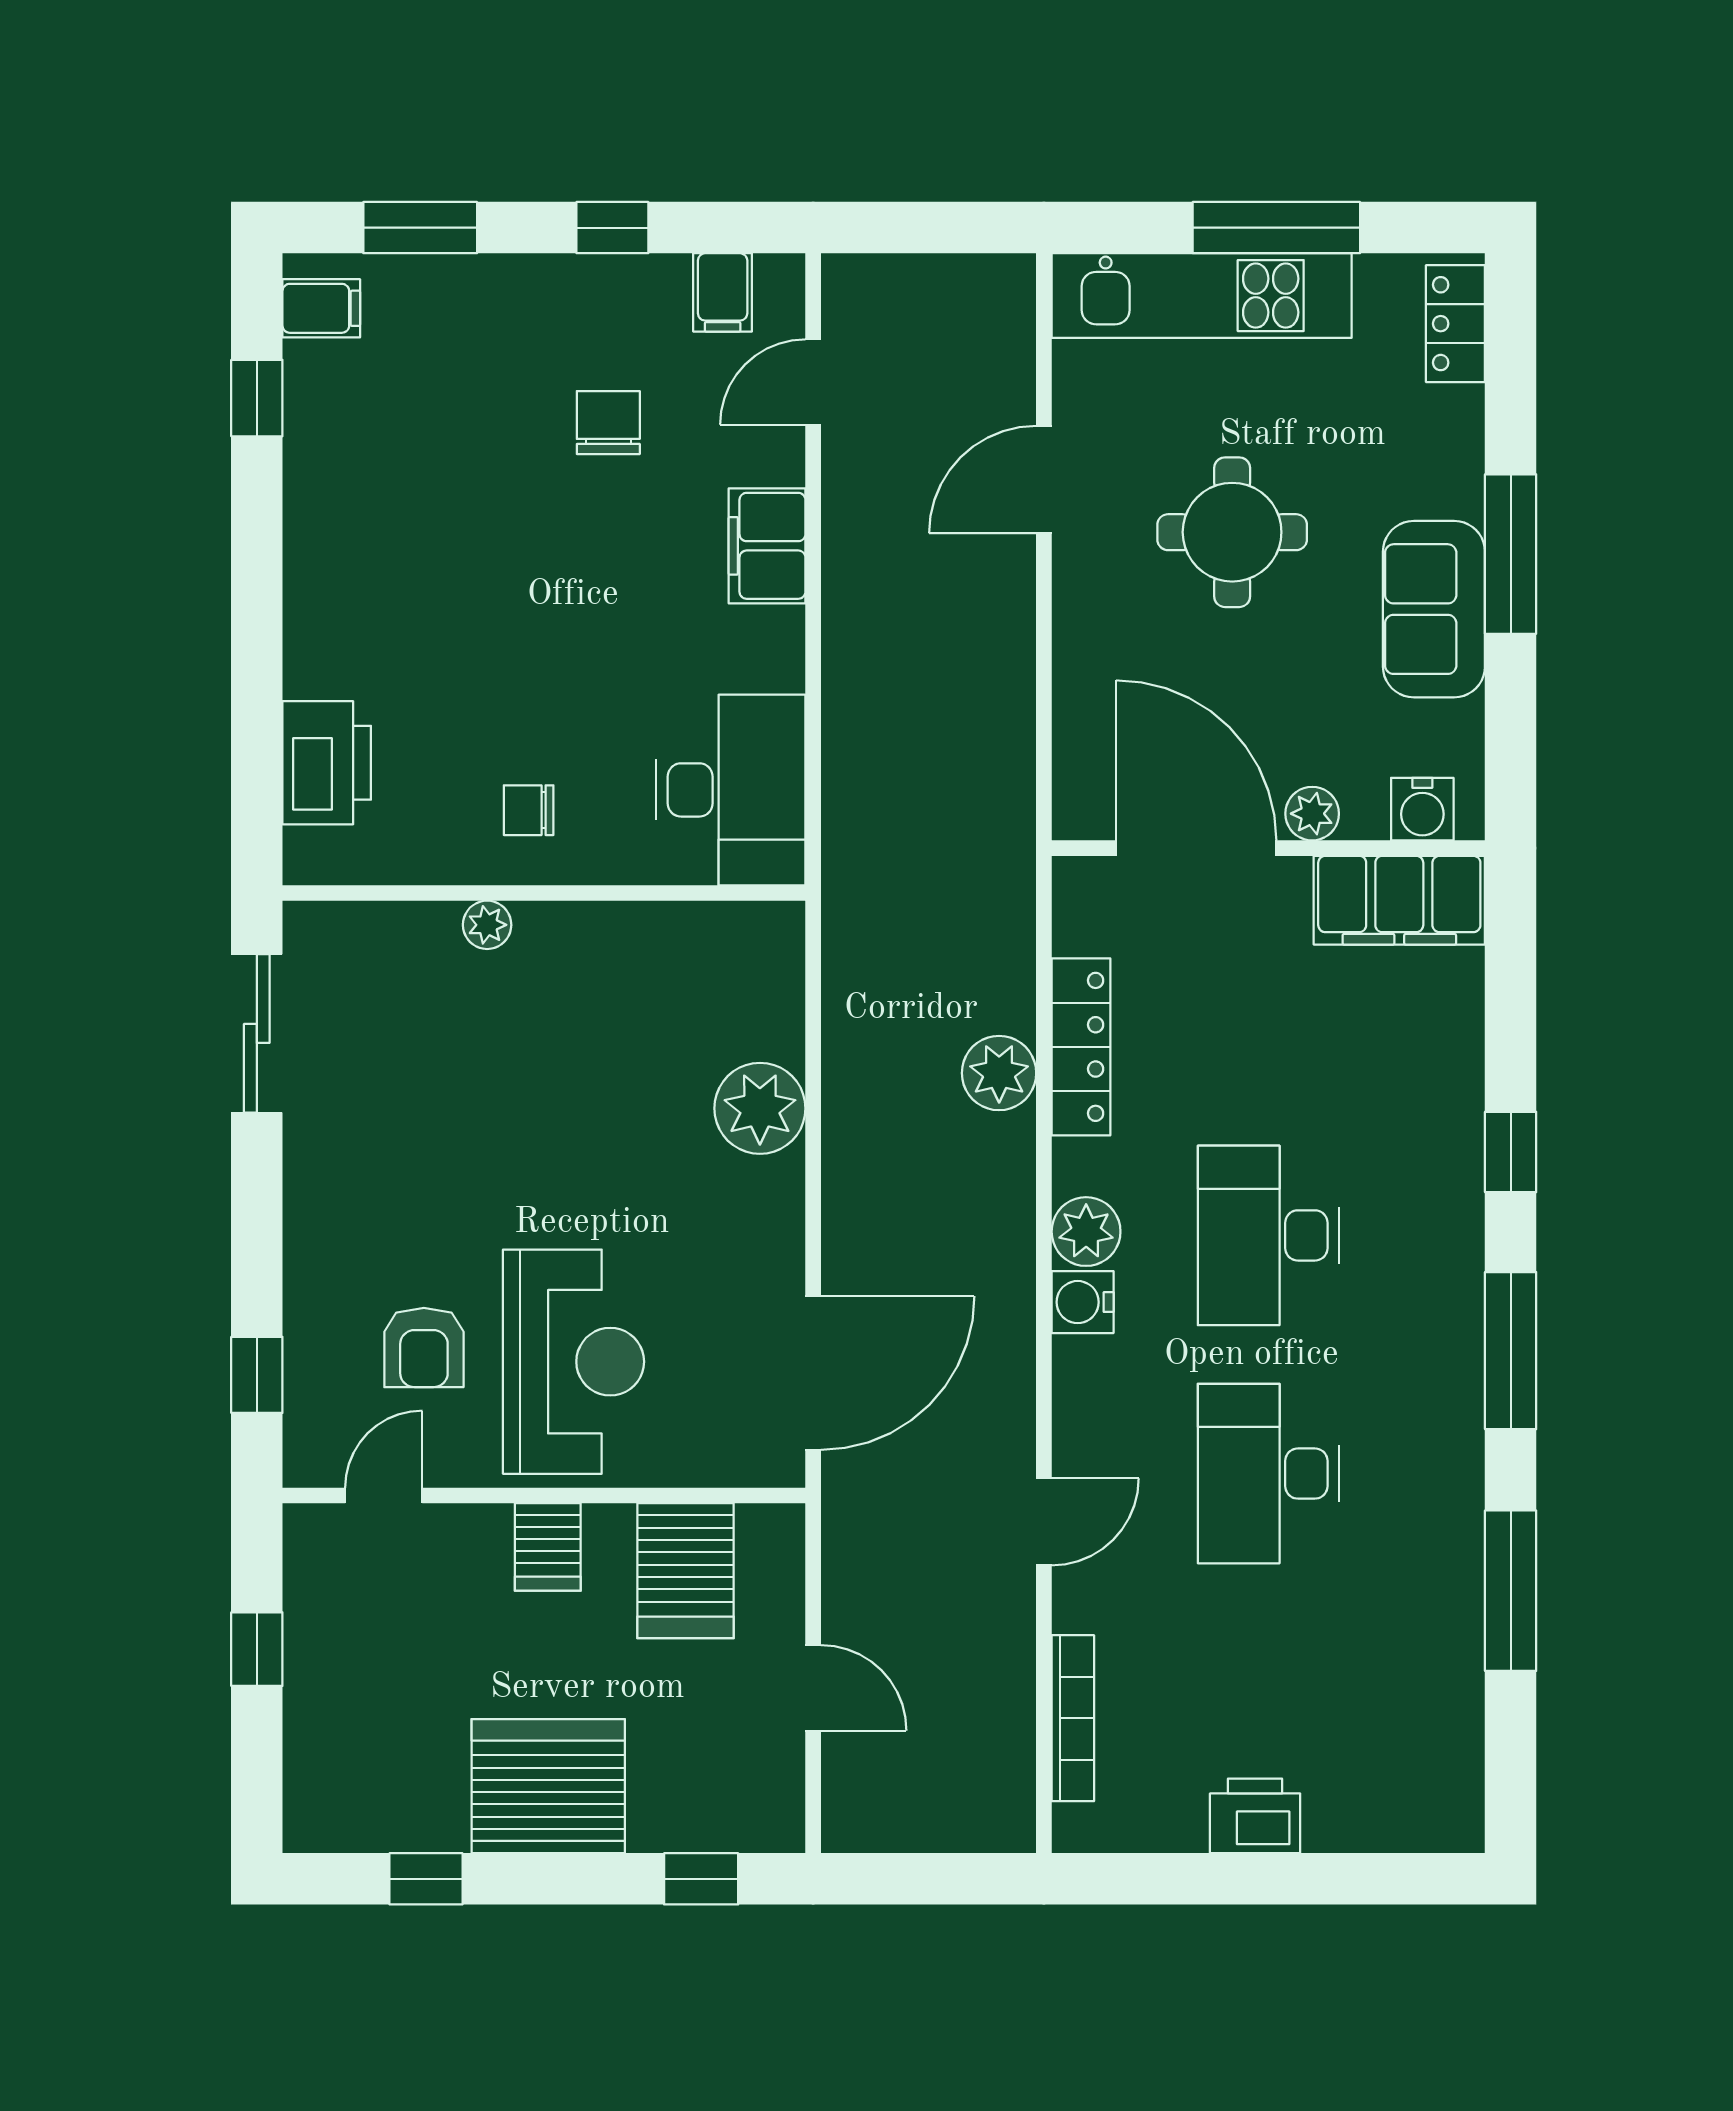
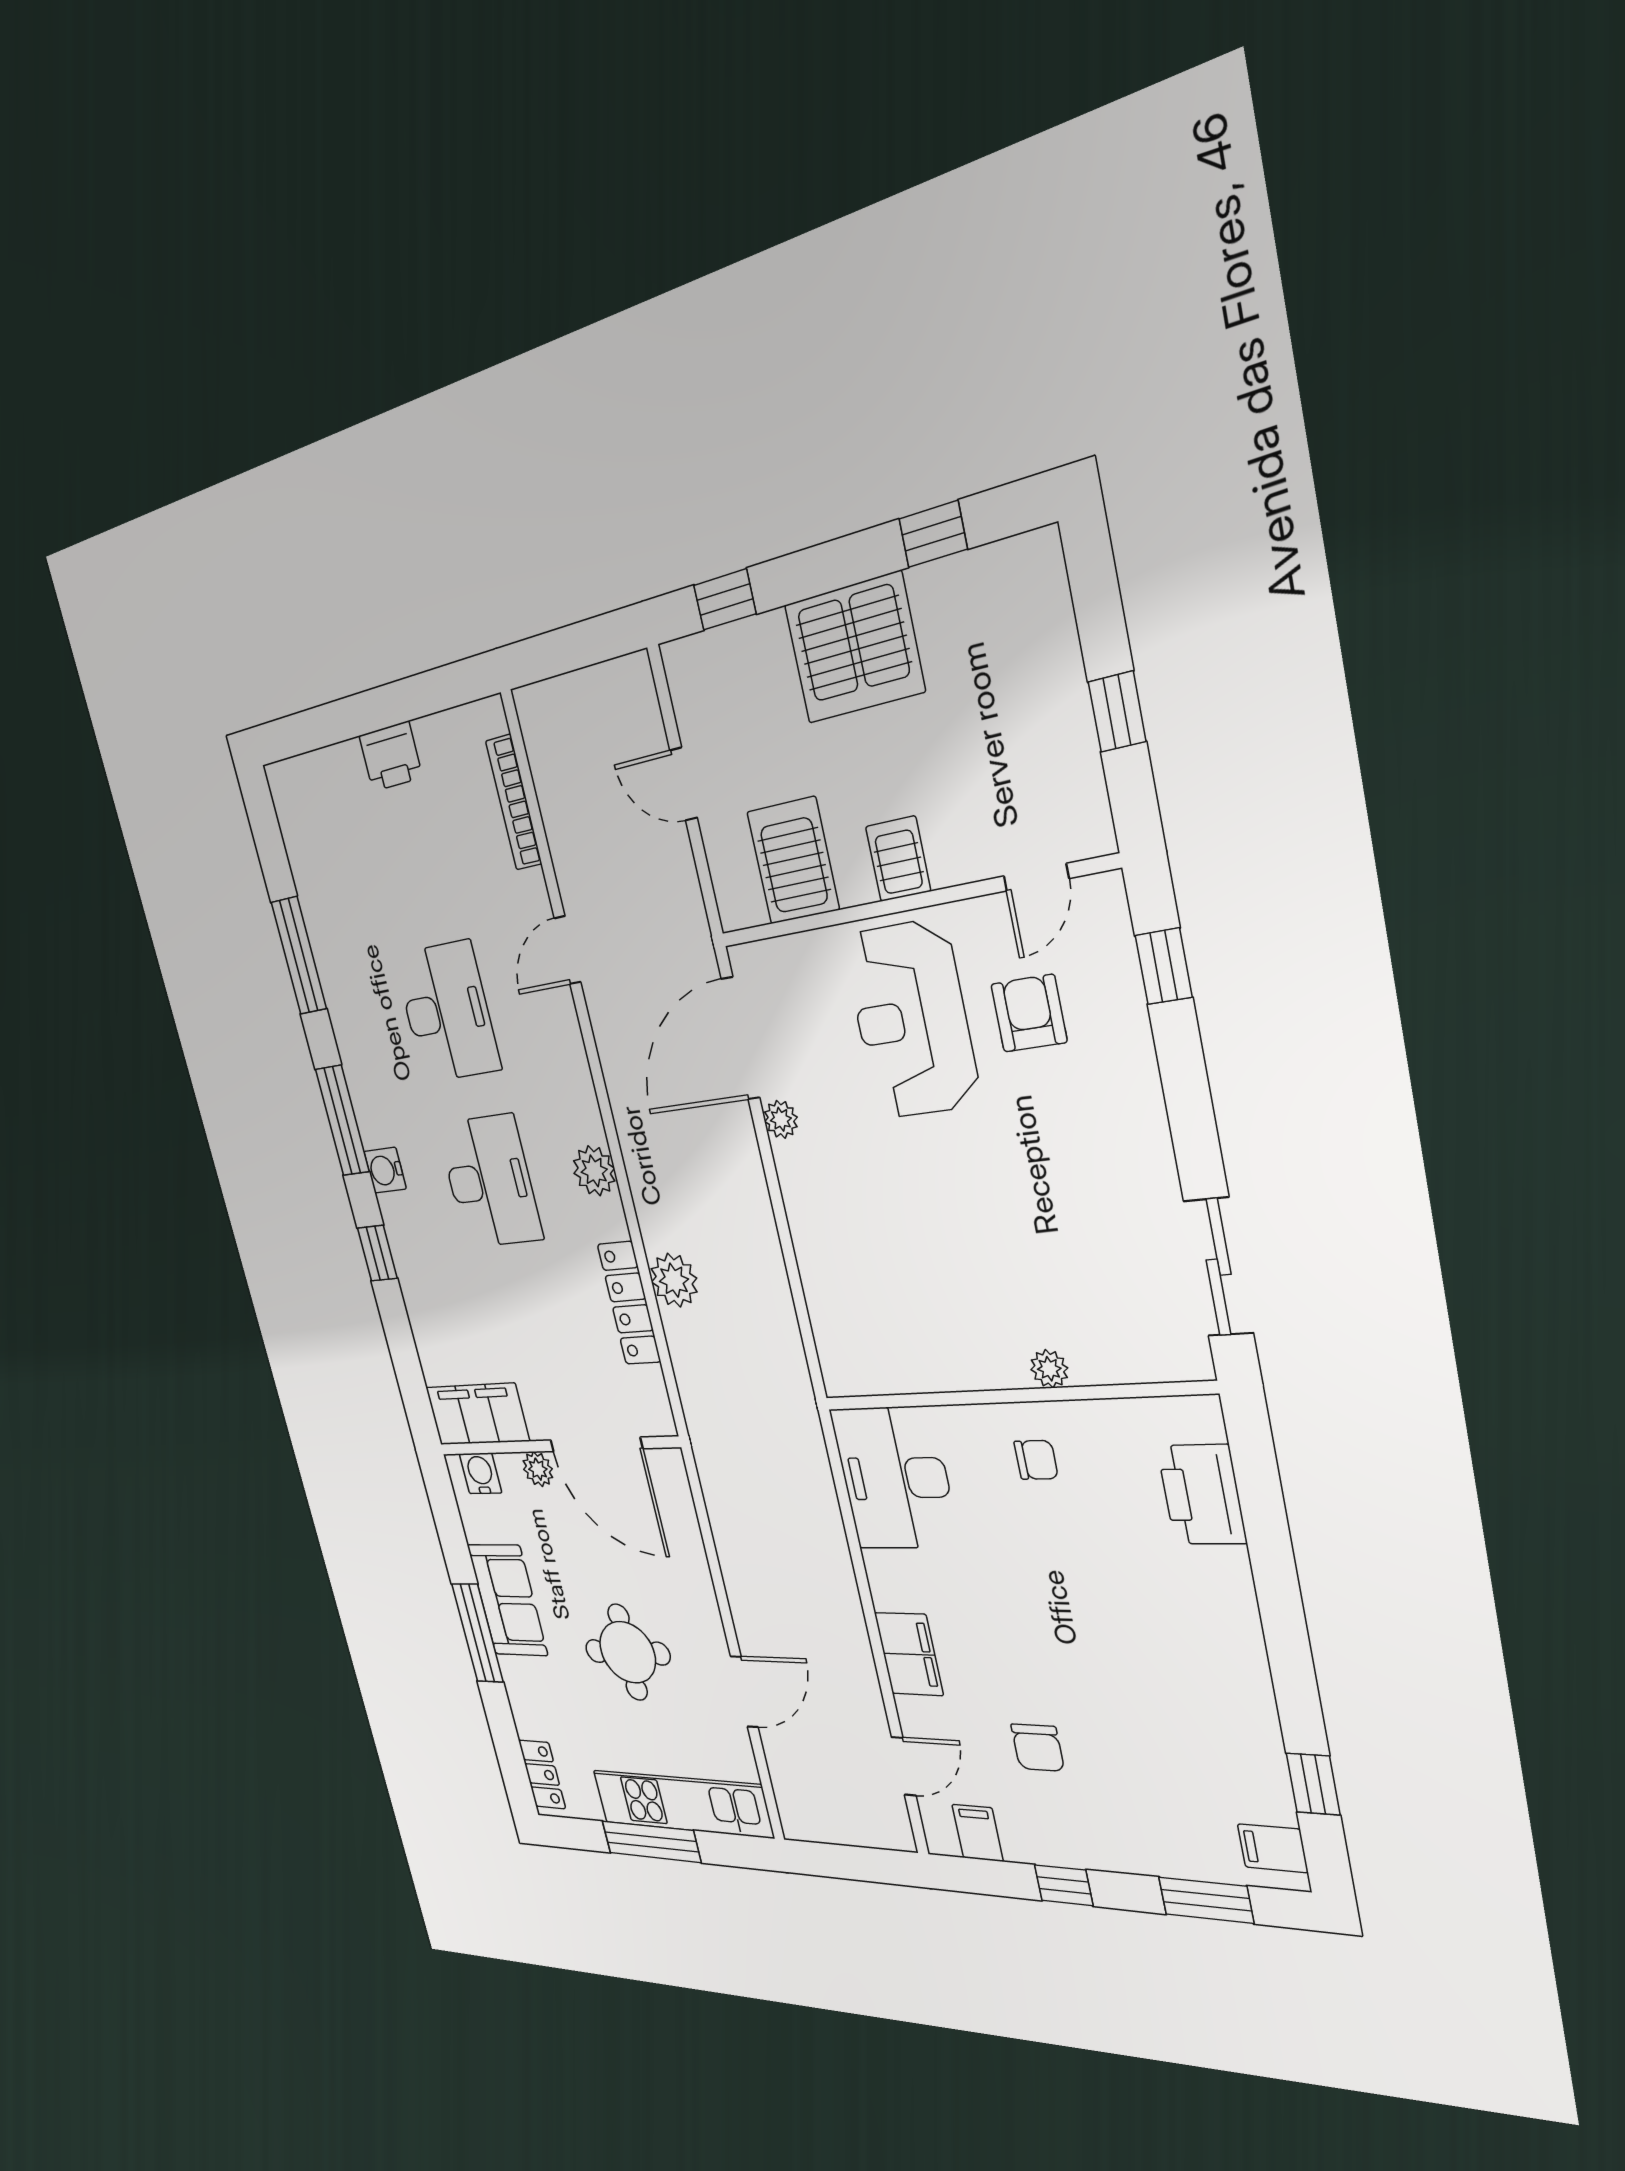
plant: (760, 1108) -> (781, 1119), moved, width x0.53, depth x0.53
water cooler: (1083, 1302) -> (385, 1170), moved, turned 180

